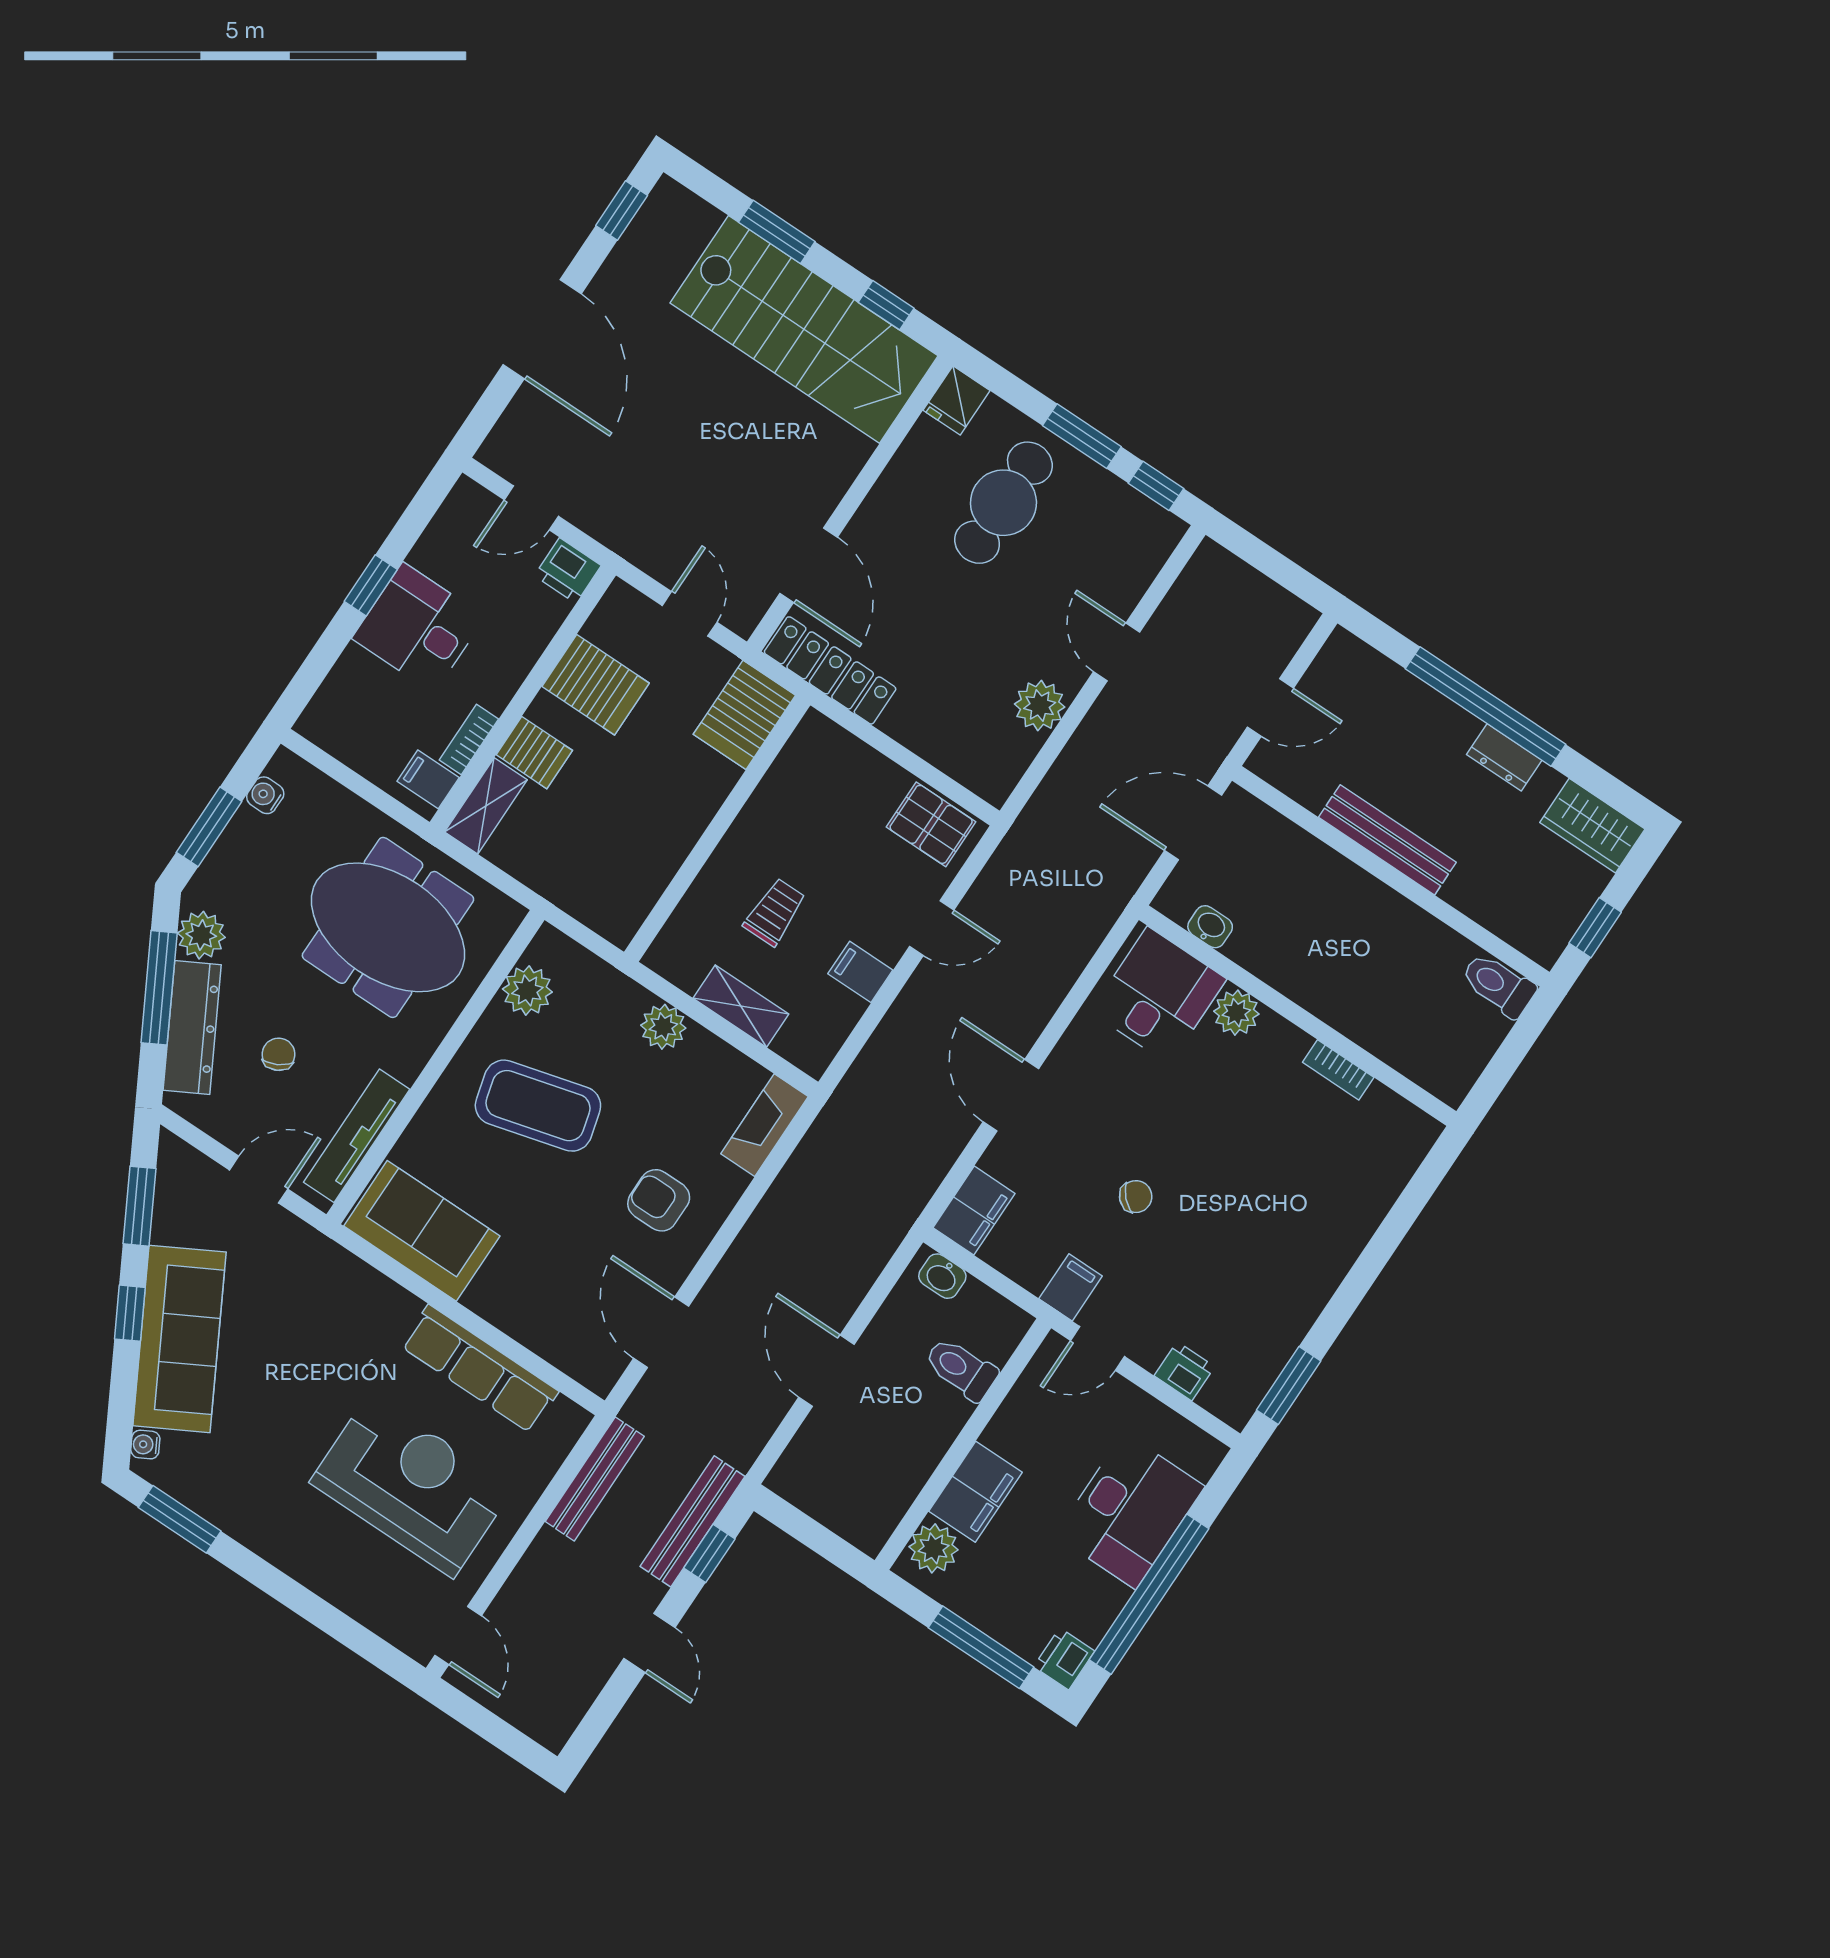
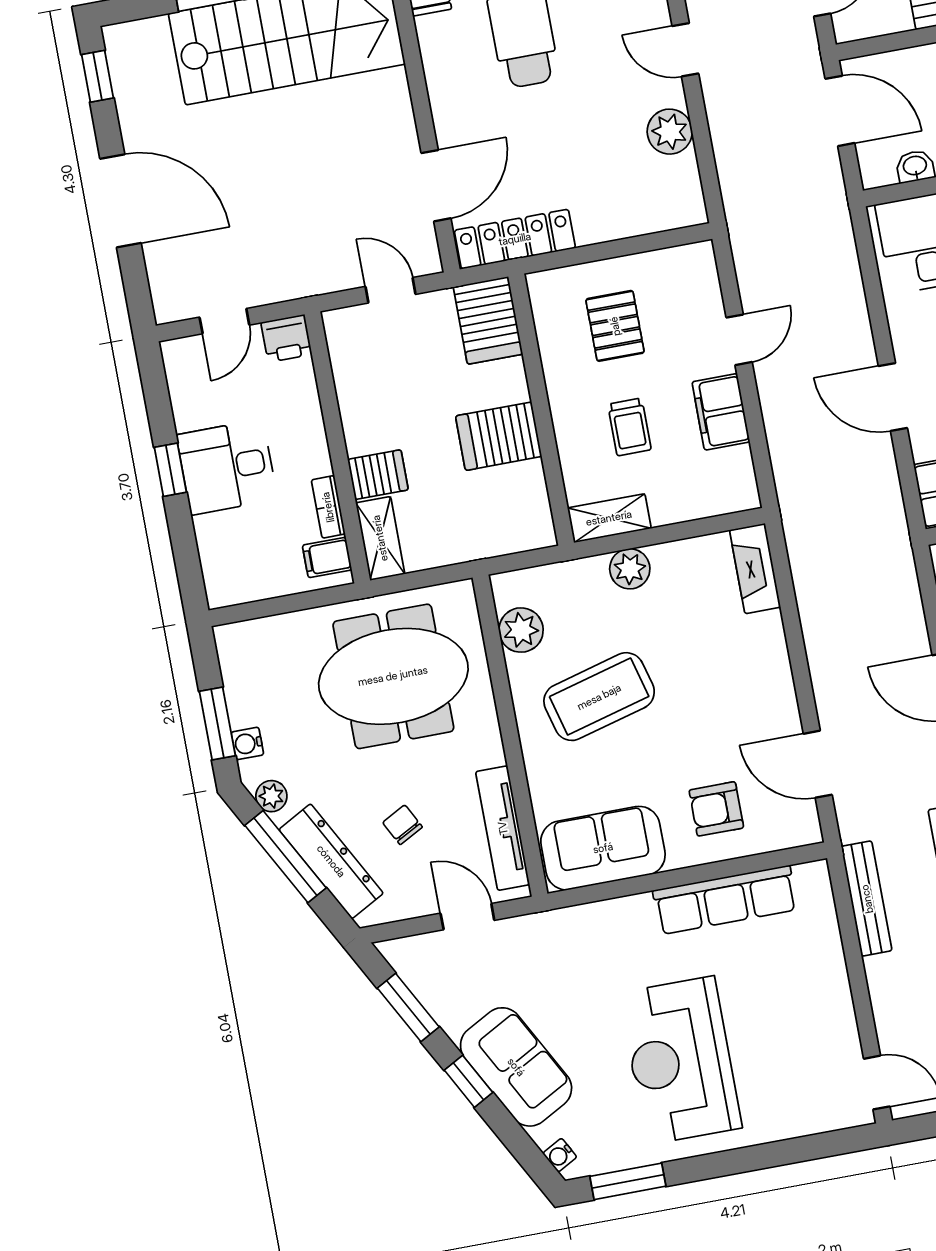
door: (809, 565) -> (436, 186), hinge flipped
server rack: (596, 685) -> (499, 436), moved, turned 180
water cooler: (265, 795) -> (247, 743), moved
door: (1193, 823) -> (840, 111), swing flipped
pallet: (931, 824) -> (615, 326), moved, turned 90
trolley: (775, 912) -> (629, 427), turned 180
plant: (201, 935) -> (271, 796), width x0.73, depth x0.73
filing cabinet: (860, 972) -> (721, 412), width x2.00
shelving: (741, 1006) -> (609, 518), moved
door: (259, 1179) -> (467, 917), hinge flipped
armchair: (659, 1200) -> (716, 809), moved
sofa: (180, 1339) -> (516, 1067), width x0.73
reception desk: (412, 1485) -> (680, 1060), moved, turned -90

